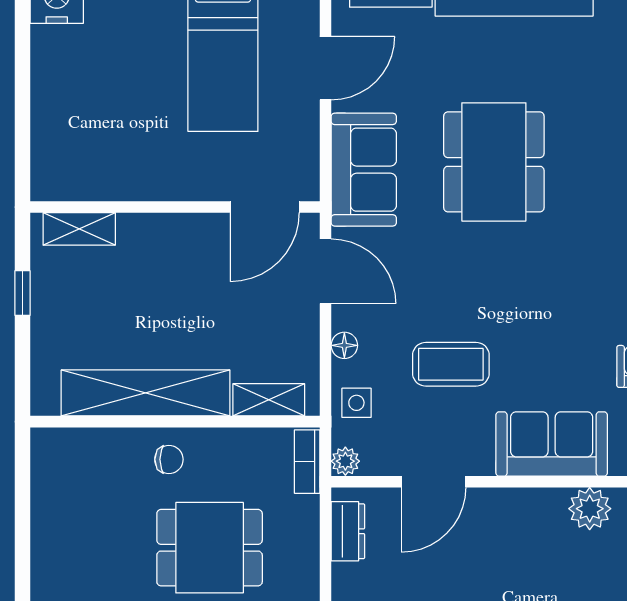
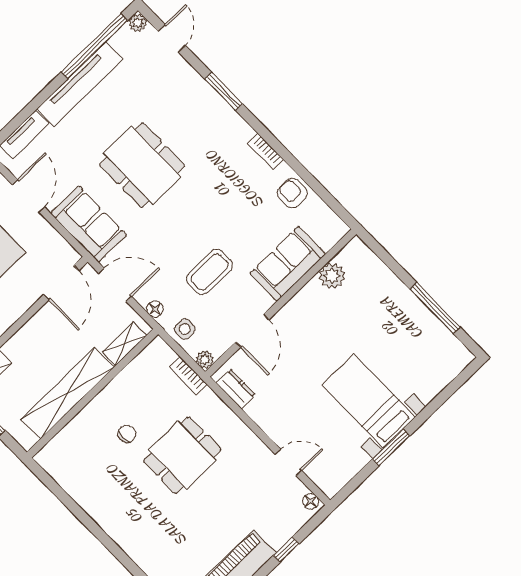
shelving: (146, 393) -> (67, 393), moved
shelving: (269, 400) -> (124, 344), moved
wall: (175, 422) -> (93, 393), moved

